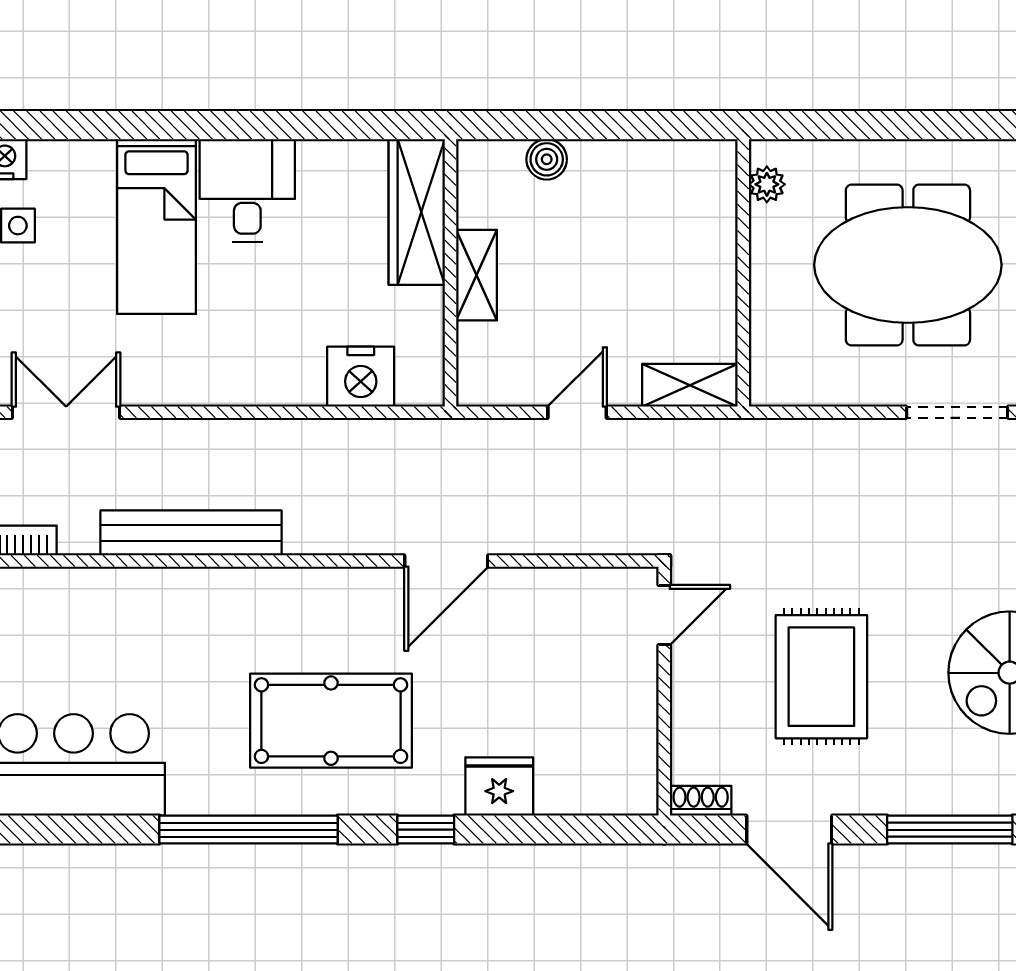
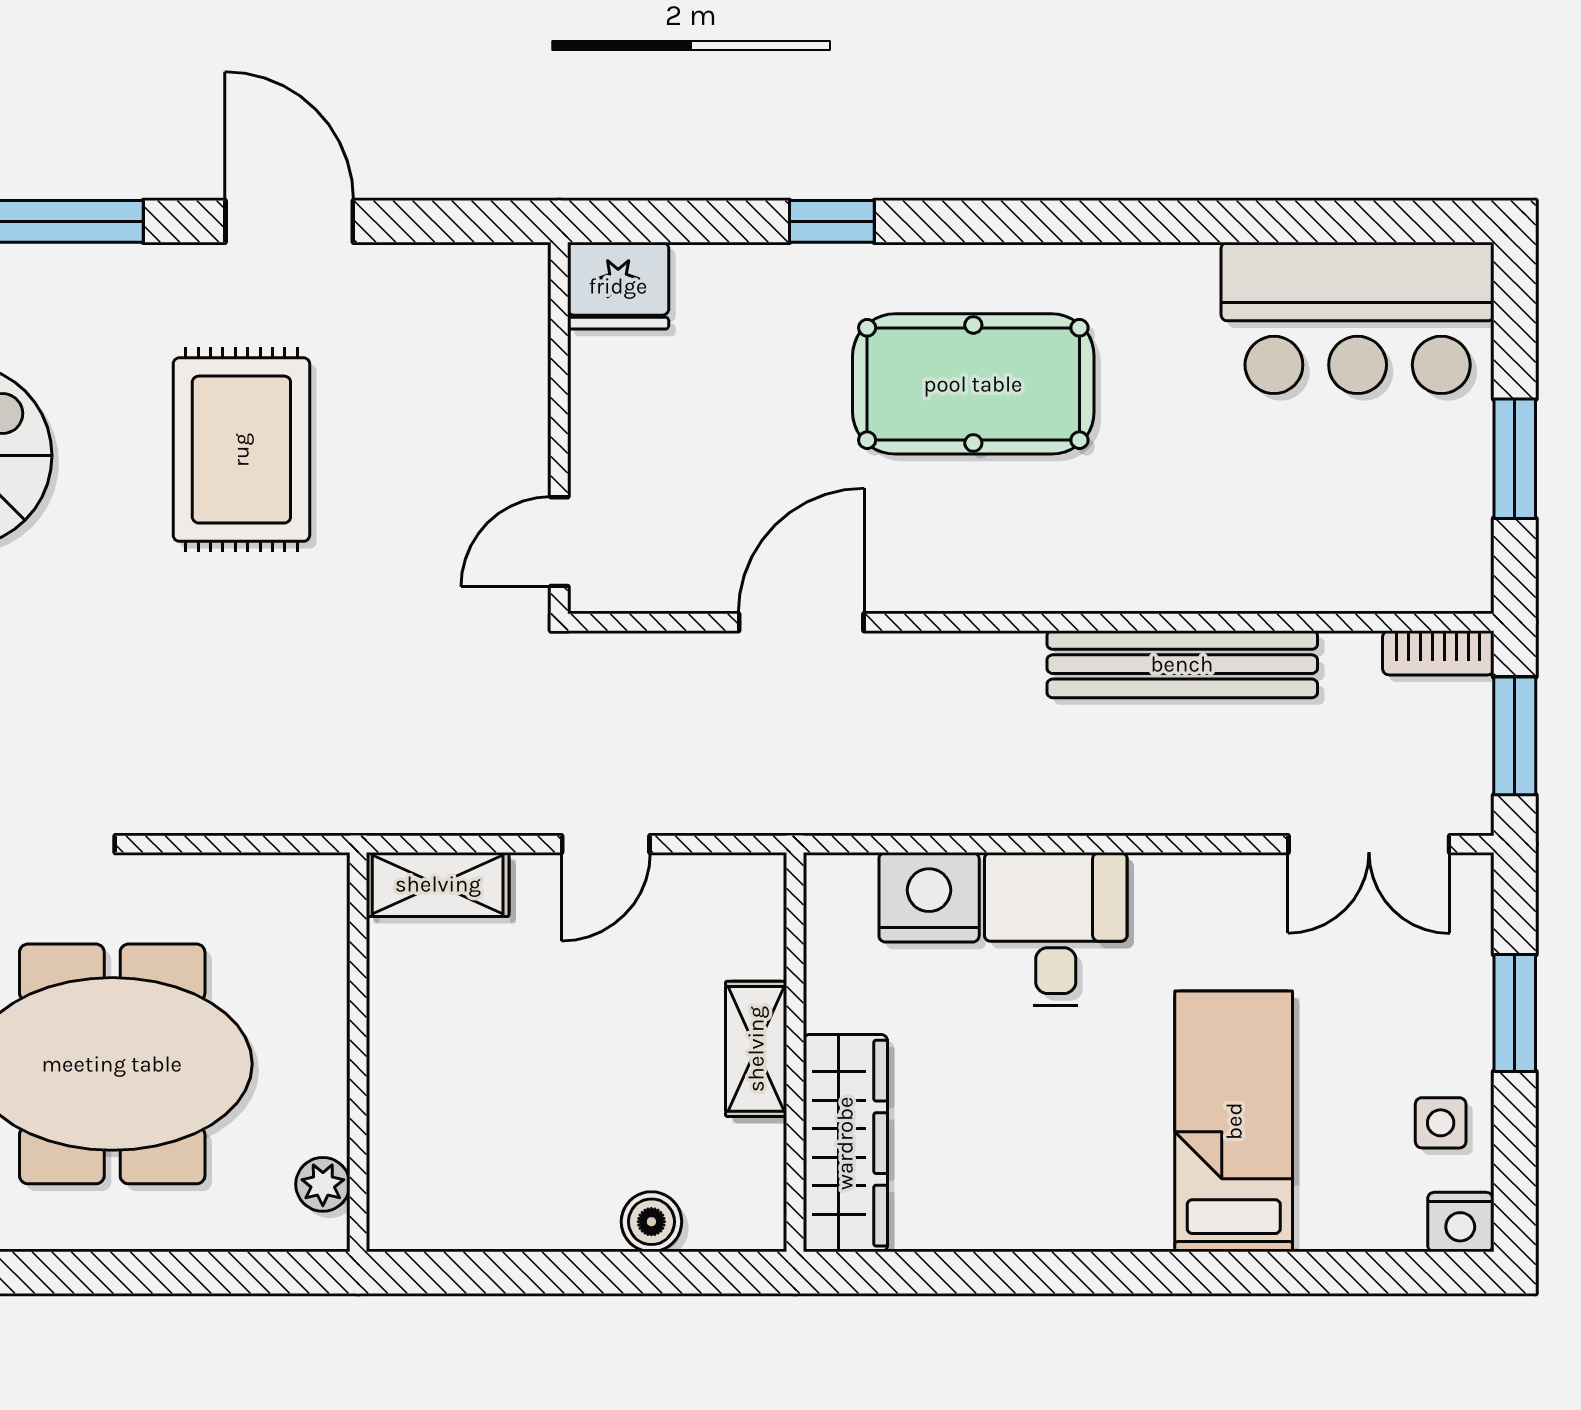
desk: (247, 191) -> (1056, 929), moved, turned 180
door: (664, 615) -> (559, 542), moved
wall: (664, 691) -> (559, 428), moved
fridge: (499, 786) -> (618, 286), moved
shoe rack: (701, 801) -> (422, 264), removed
window: (248, 830) -> (1097, 221), removed

